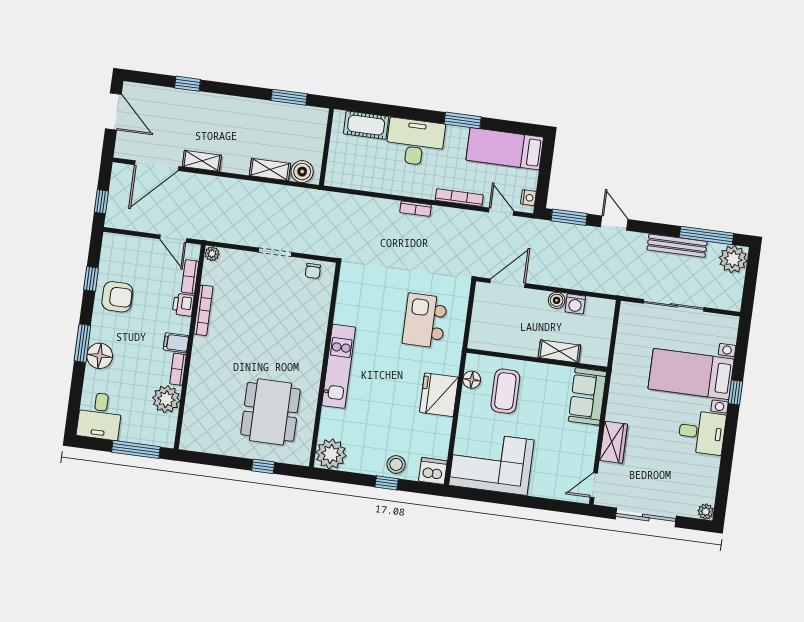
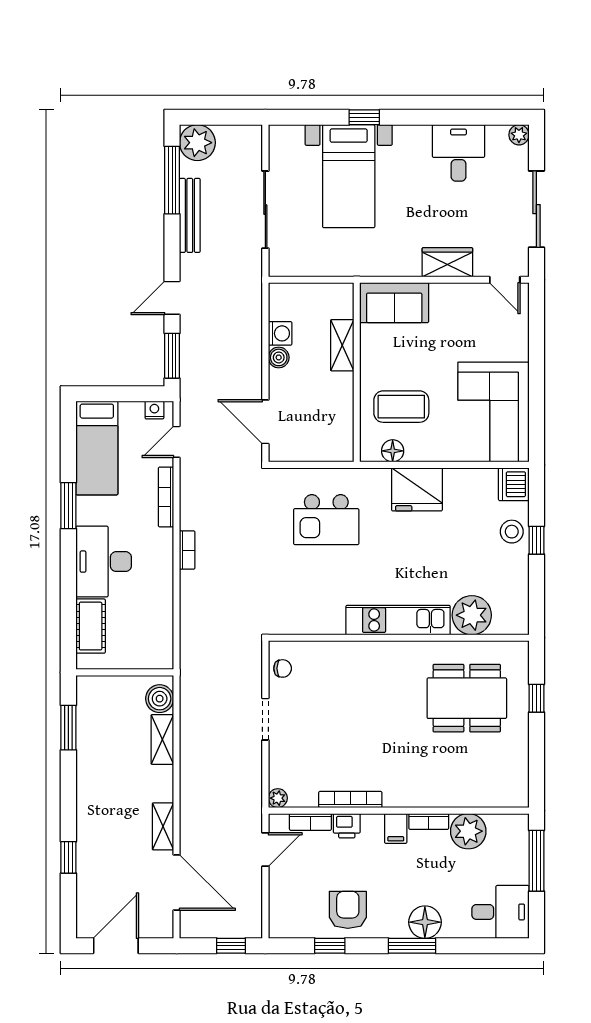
desk: (702, 432) -> (459, 153), moved
plant: (331, 454) -> (472, 615), moved

